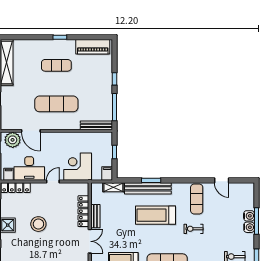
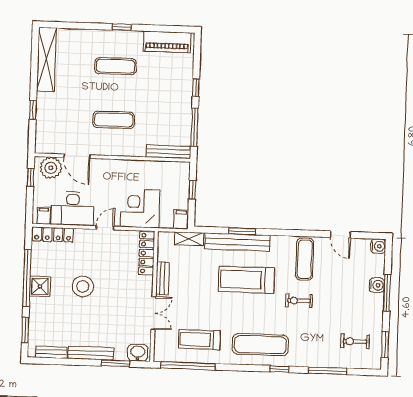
exercise mat: (56, 104) -> (114, 120), width x0.73, depth x0.69
locker: (83, 211) -> (147, 253), moved
water cooler: (249, 227) -> (378, 246), moved

